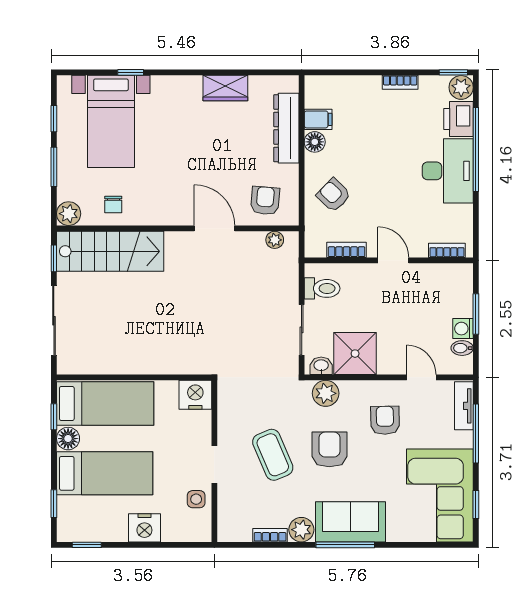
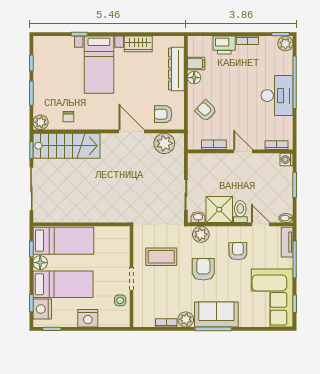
printer: (458, 119) -> (224, 45), moved, turned -90
bed with nightstands: (111, 121) -> (99, 65), moved
armchair: (265, 201) -> (163, 114), turned -95
plant: (275, 240) -> (164, 143), width x1.87, depth x1.87
toilet: (322, 288) -> (240, 212), moved, turned -90
washing machine: (463, 329) -> (287, 160), moved
bidet: (462, 348) -> (286, 218), moved
nightstand: (195, 395) -> (42, 309), moved, turned -90
coffee table: (273, 455) -> (161, 257), moved, turned -67

